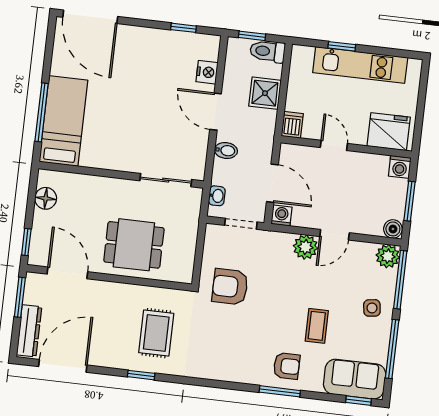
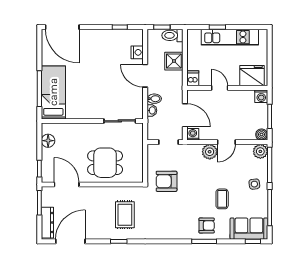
washbasin: (217, 196) -> (152, 110), moved

